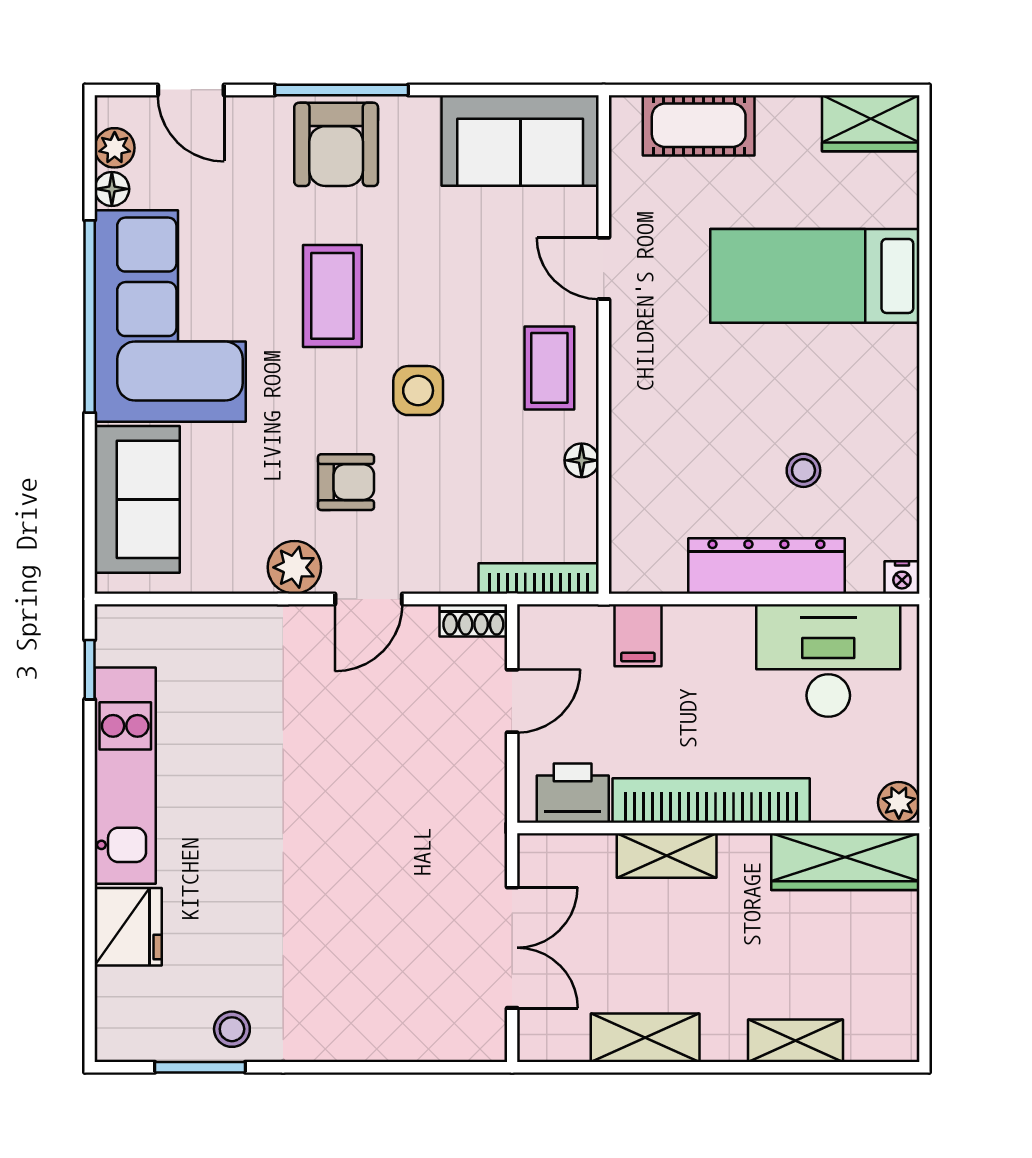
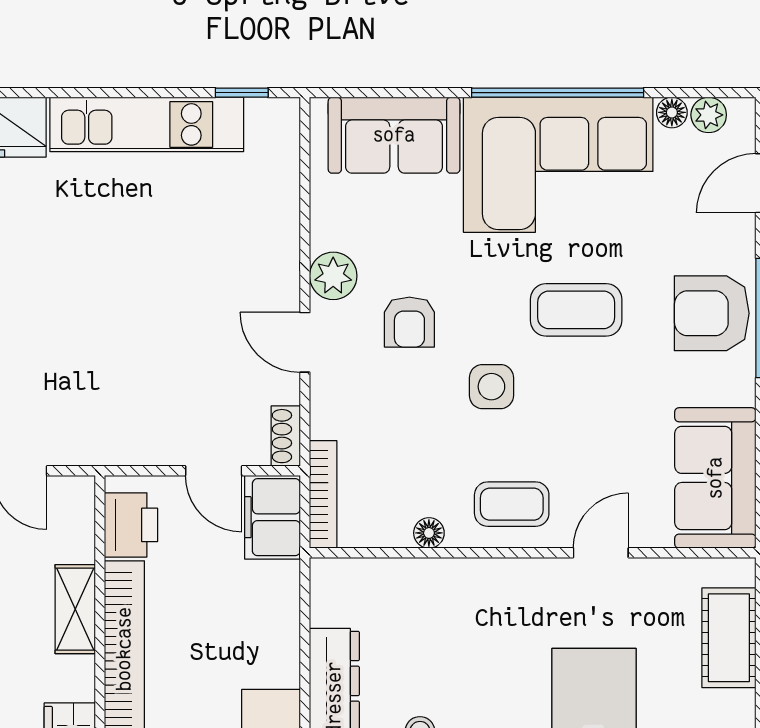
filing cabinet: (638, 635) -> (272, 517), moved, width x2.00

